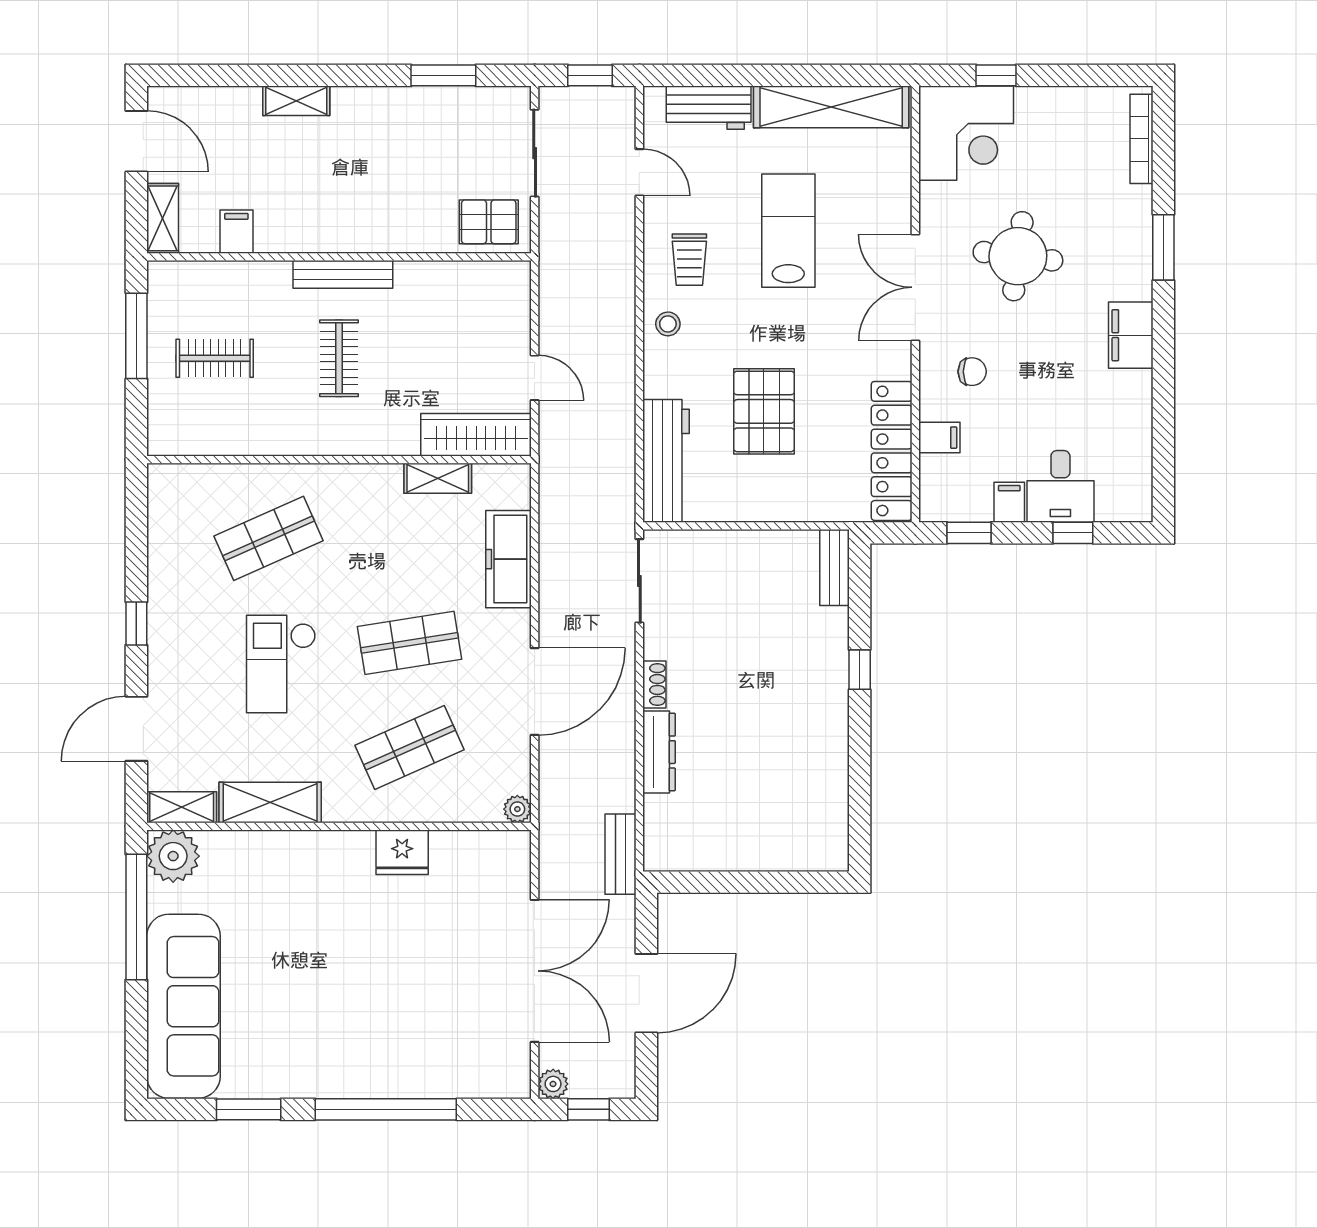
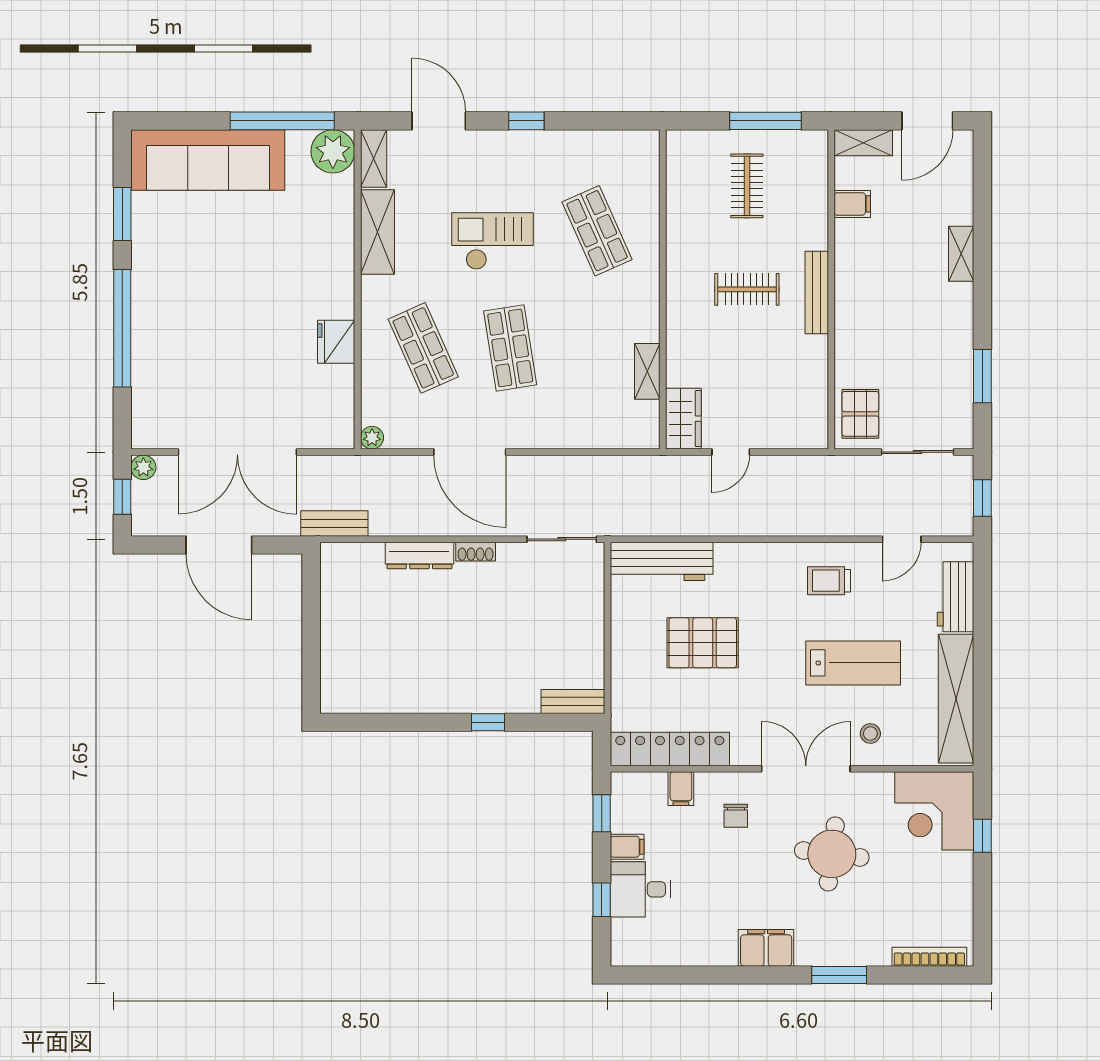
stool: (668, 324) -> (870, 734), moved
wardrobe: (476, 435) -> (683, 419), width x0.67
freezer: (509, 559) -> (580, 430), removed

